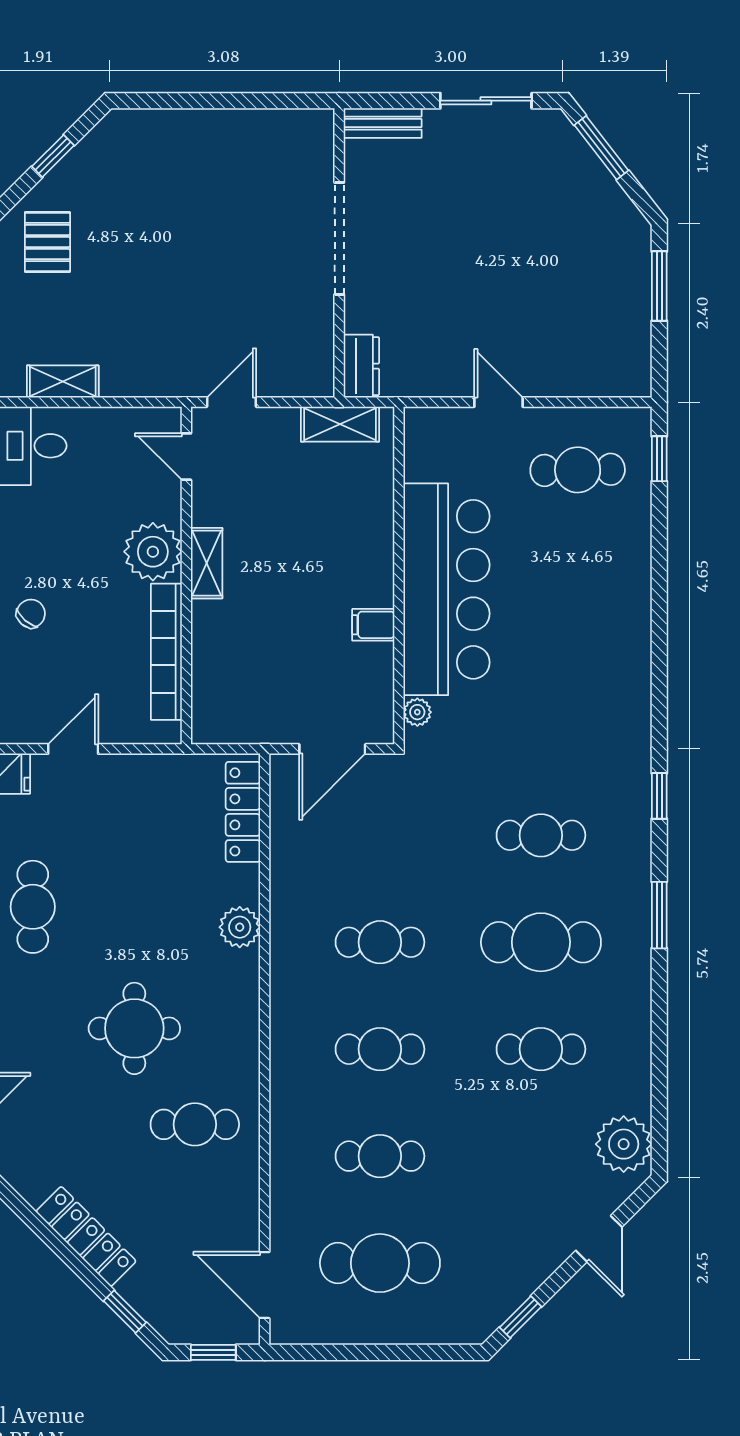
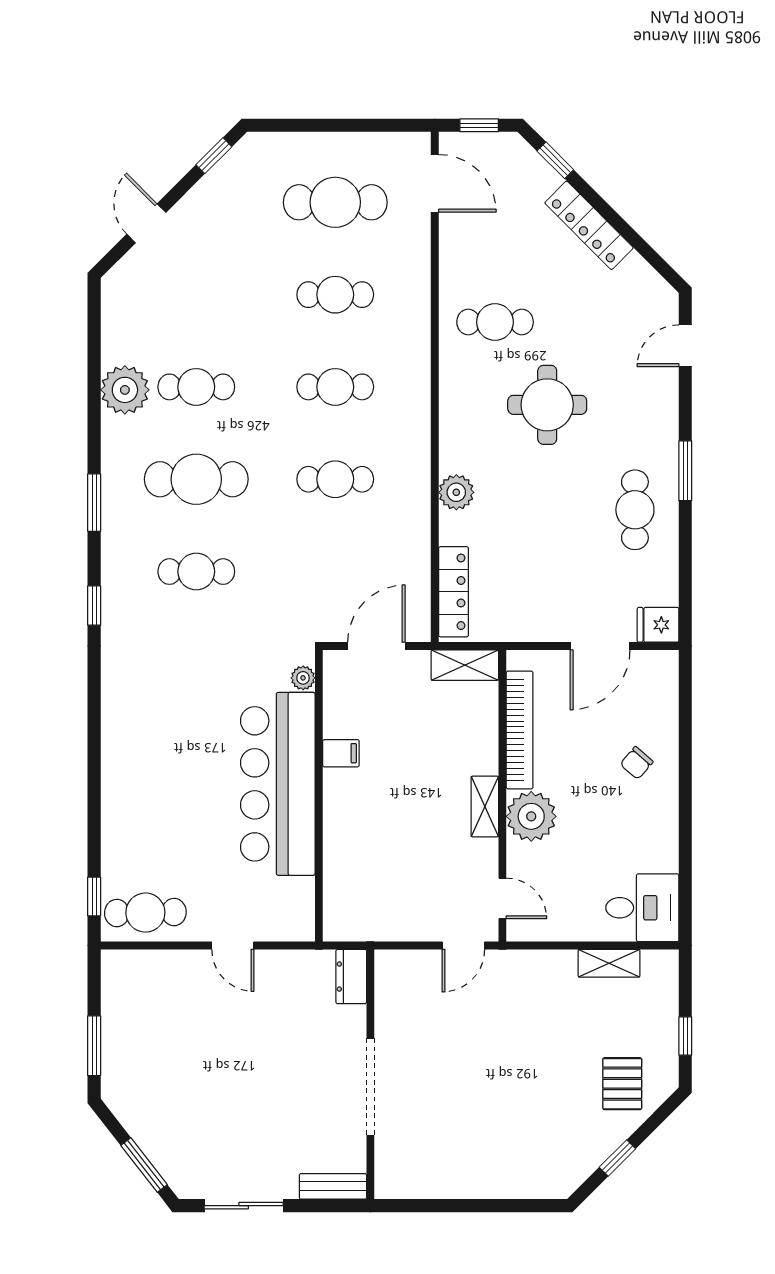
shelving: (340, 424) -> (465, 665), moved
cafe table: (578, 470) -> (145, 913), moved
door: (73, 749) -> (600, 646), width x1.38
plant: (624, 1144) -> (125, 390), moved

